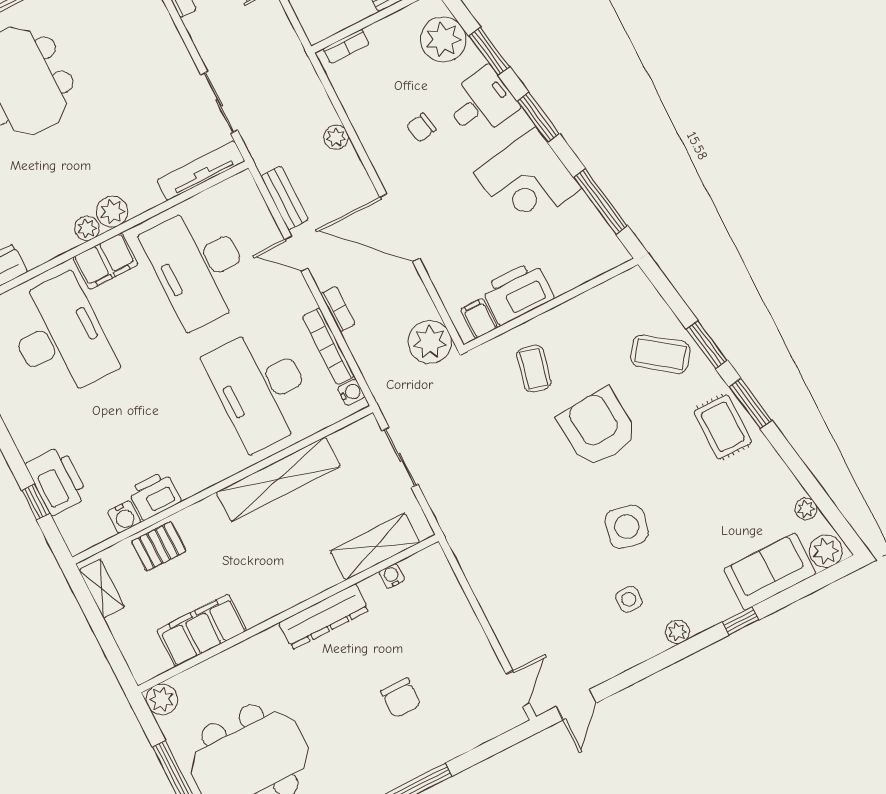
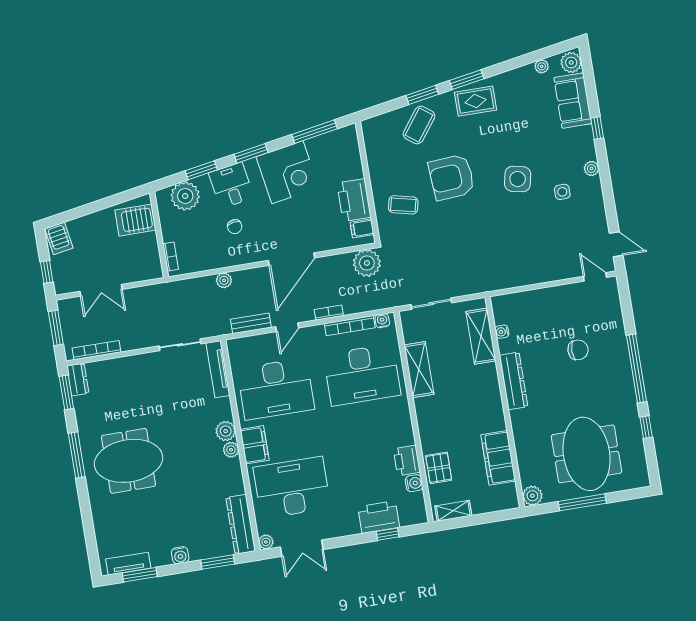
shelving: (278, 479) -> (419, 370), width x0.68

